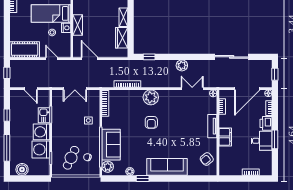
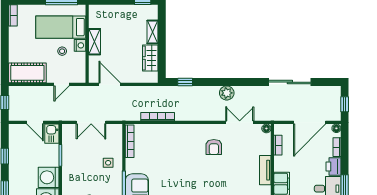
door: (52, 59) -> (62, 84), swing flipped
plant: (151, 97) -> (187, 134), removed
kitchen sink: (44, 115) -> (52, 134), moved
armchair: (151, 122) -> (214, 147), moved

